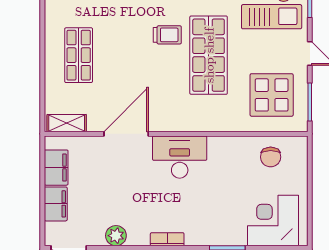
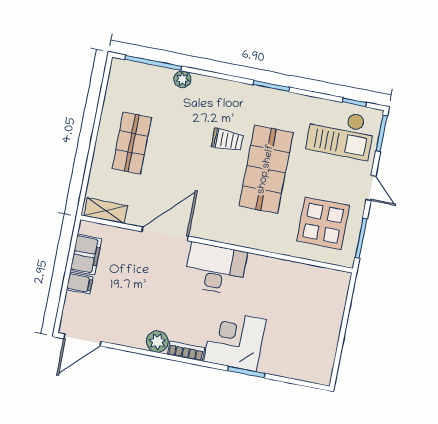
chair: (271, 157) -> (309, 287), removed
filing cabinet: (56, 204) -> (80, 283), width x0.50
corner desk: (273, 220) -> (235, 341), moved
plant: (116, 236) -> (157, 342), moved

